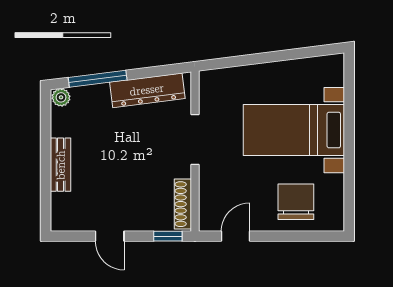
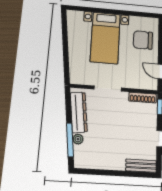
plant: (61, 97) -> (78, 139), moved
bench: (61, 165) -> (141, 166), moved

